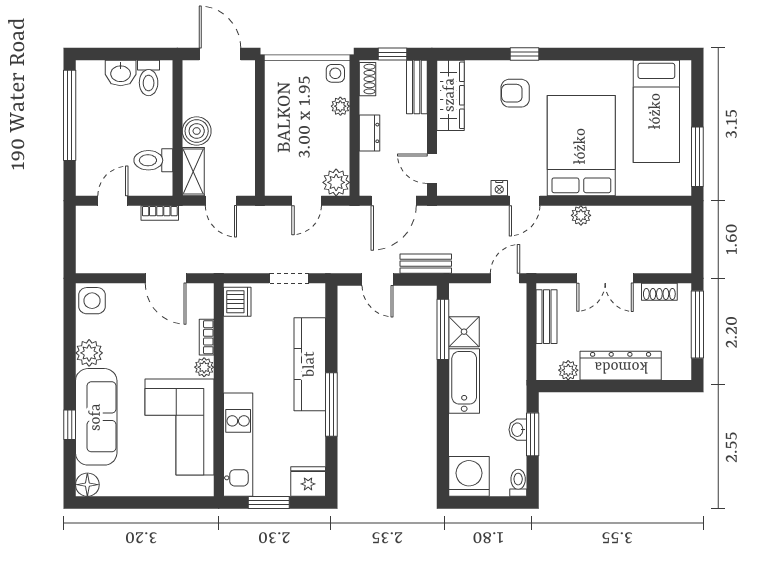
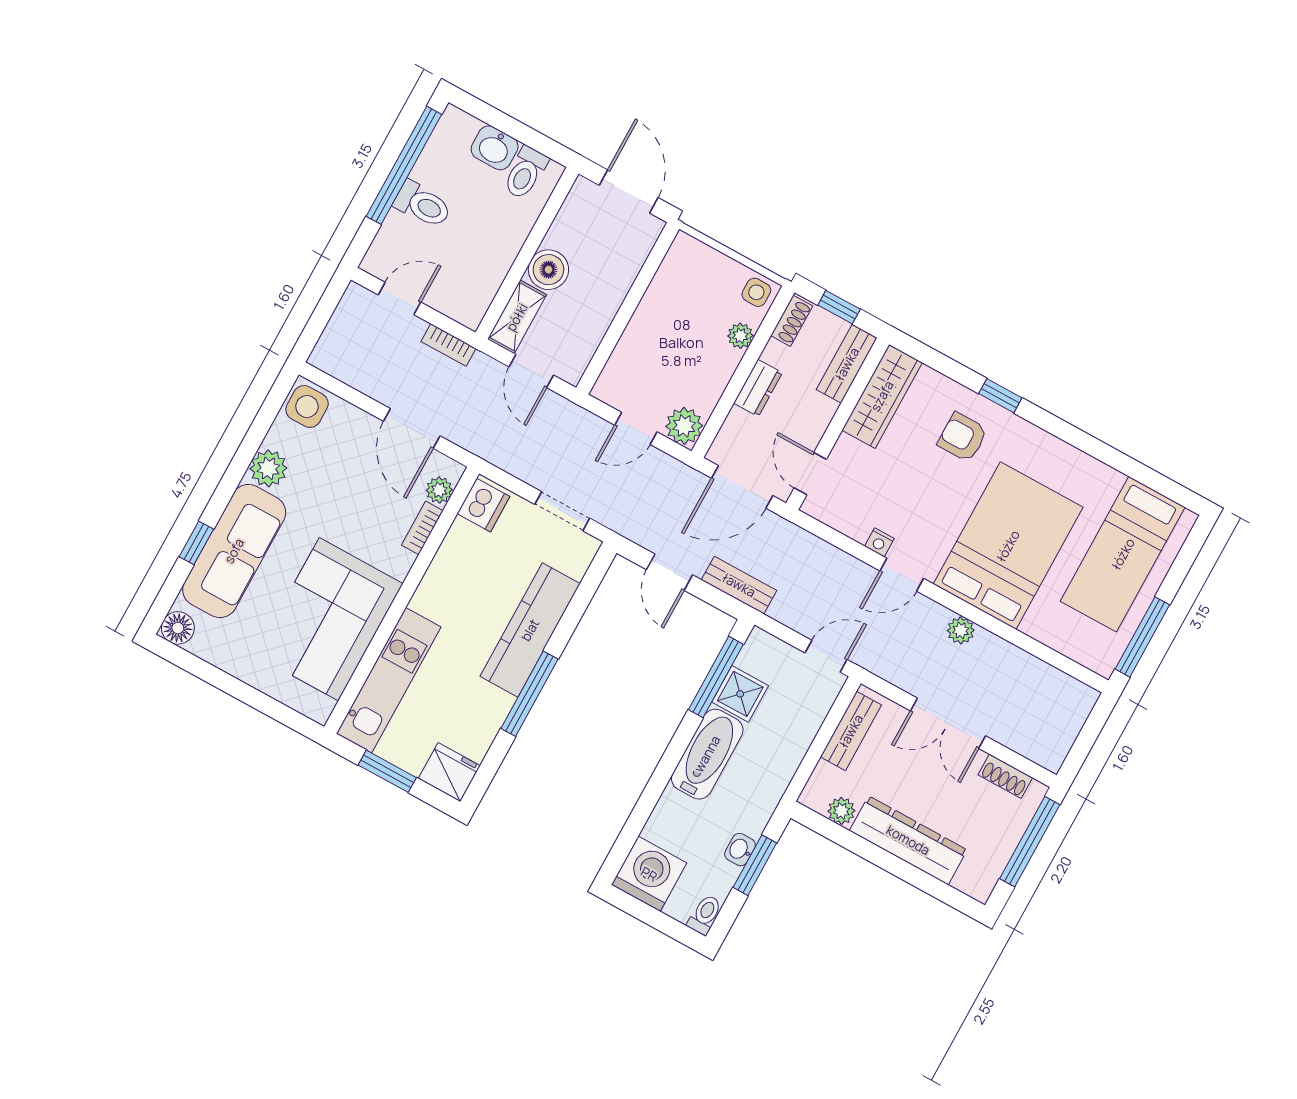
toilet: (153, 160) -> (423, 205), moved, turned 180
plant: (204, 367) -> (439, 490), moved

